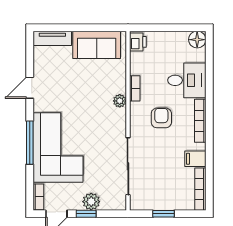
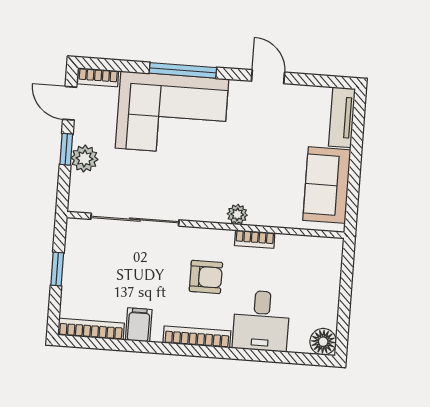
printer: (138, 42) -> (326, 250), removed

